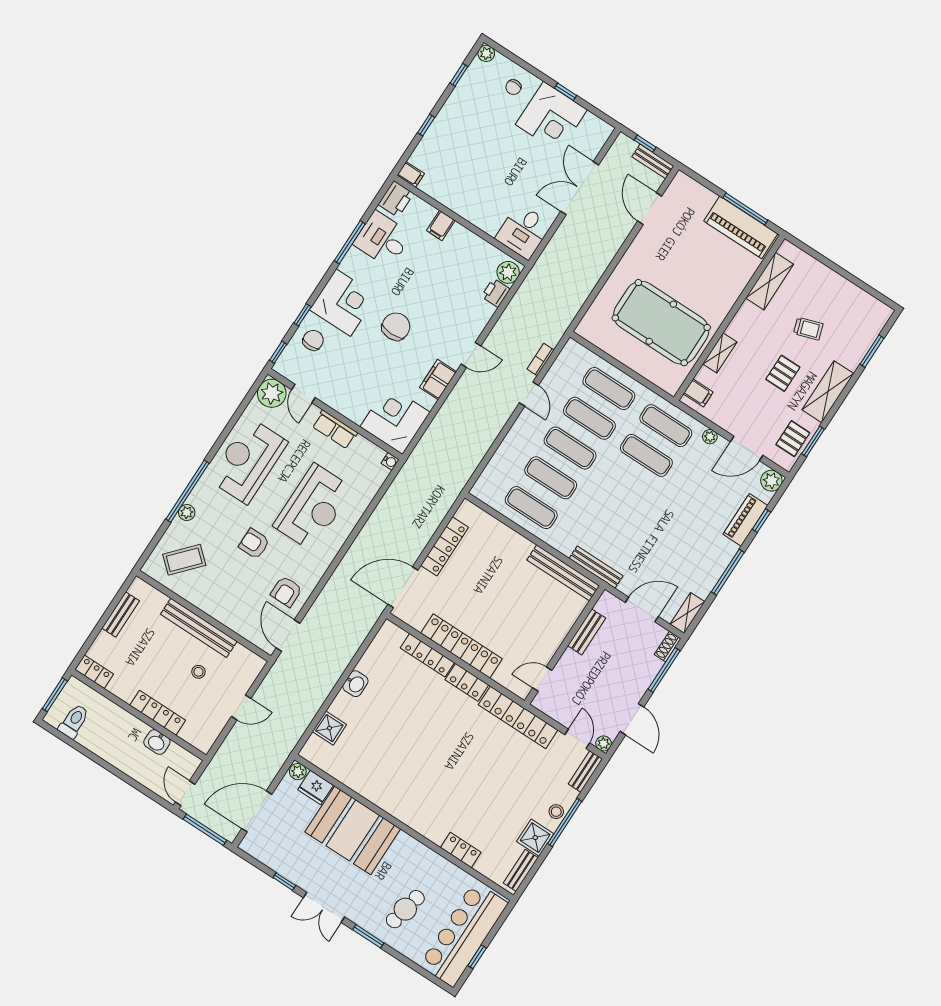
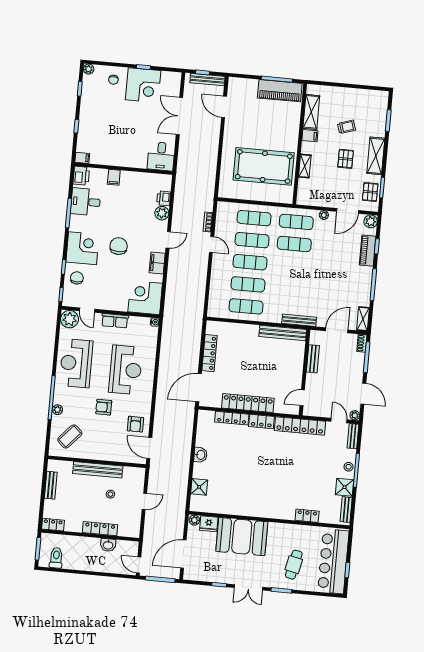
bench: (653, 161) -> (207, 80), width x1.36
plant: (508, 272) -> (162, 213), moved
filing cabinet: (698, 393) -> (310, 136), moved

